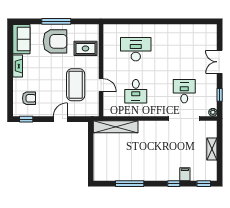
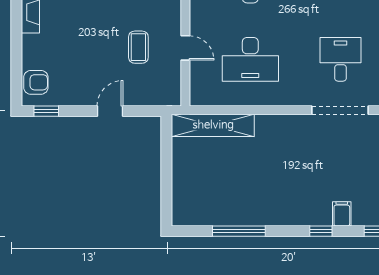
coffee table: (76, 85) -> (138, 47), width x0.54, depth x0.58
desk: (136, 91) -> (250, 59), width x1.37
armchair: (29, 98) -> (36, 82), moved

